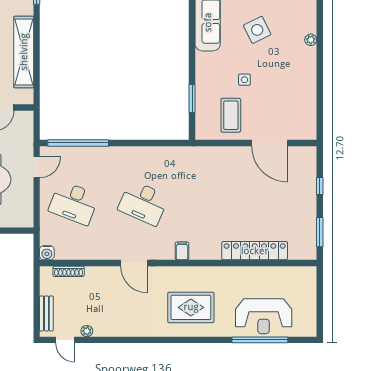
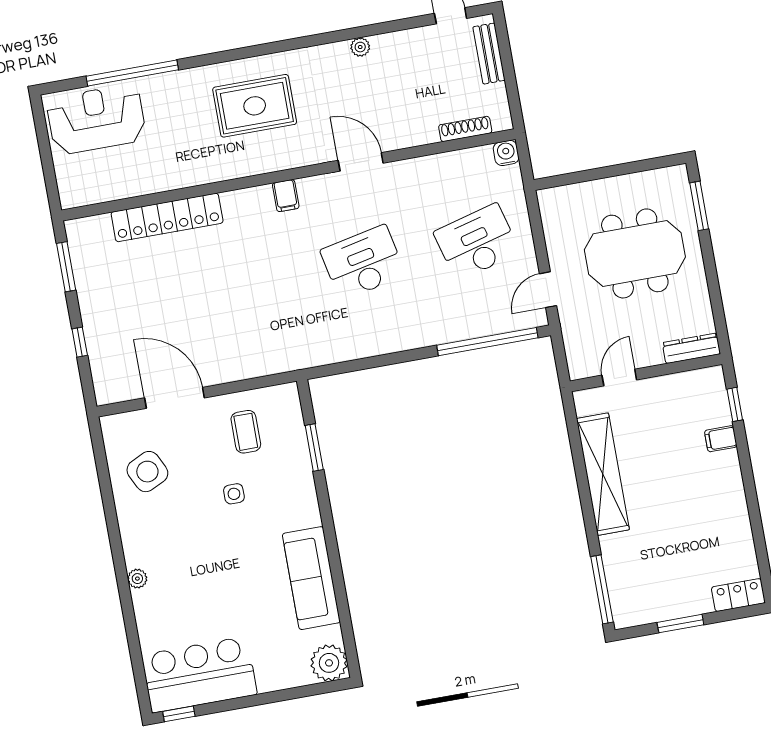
side table: (257, 30) -> (147, 472), moved
coffee table: (231, 115) -> (246, 432), width x0.73, depth x0.77
desk: (74, 203) -> (477, 242), turned -36
desk: (143, 203) -> (363, 263), turned -36
reception desk: (264, 316) -> (96, 119), moved
plant: (87, 331) -> (360, 47), moved

